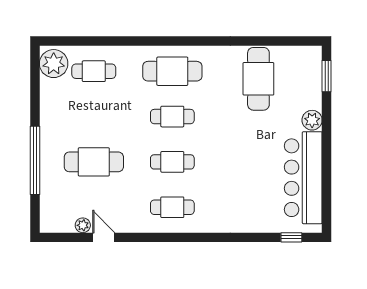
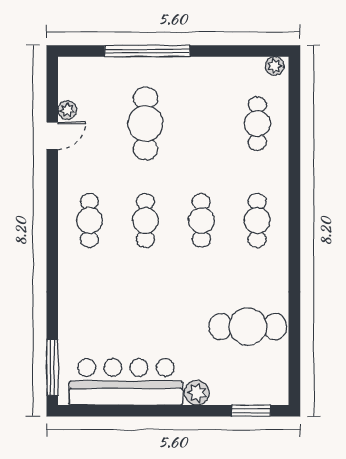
plant: (54, 64) -> (275, 66), width x0.53, depth x0.53
cafe table: (172, 71) -> (257, 220), width x0.73, depth x0.74
window: (291, 237) -> (52, 367), width x2.17

